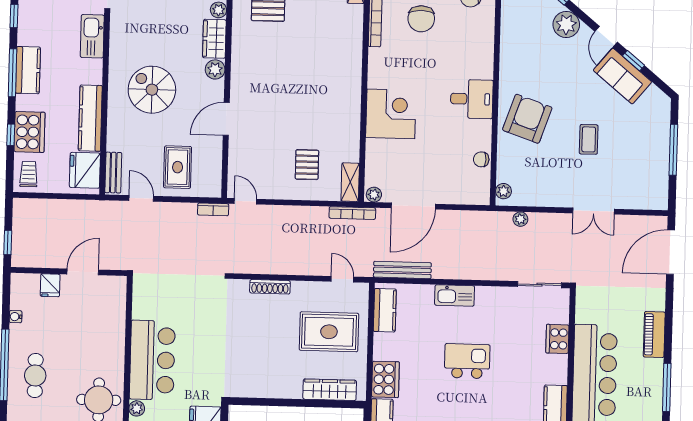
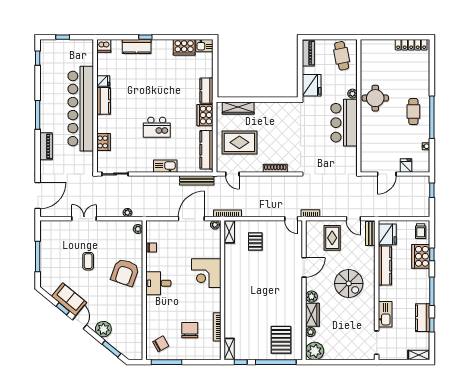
kitchen counter: (28, 70) -> (423, 318), moved
kitchen counter: (385, 310) -> (207, 150), width x1.50

